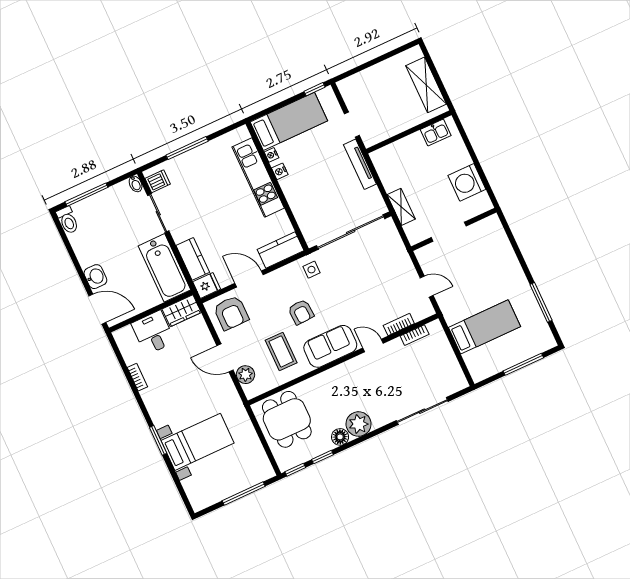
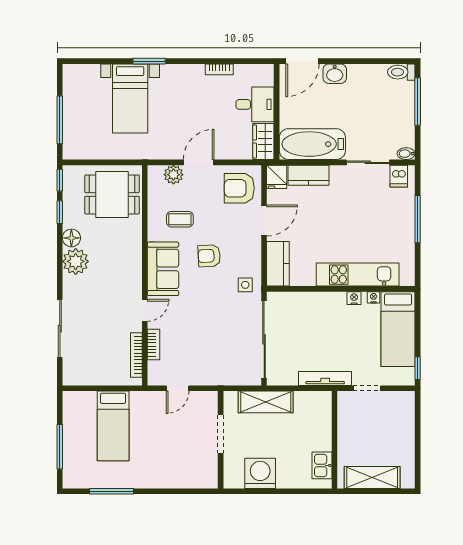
shelving: (401, 207) -> (266, 402), width x1.50, depth x1.33
bookcase: (415, 335) -> (136, 355), width x1.56
coffee table: (281, 351) -> (180, 219), width x0.73, depth x0.77

